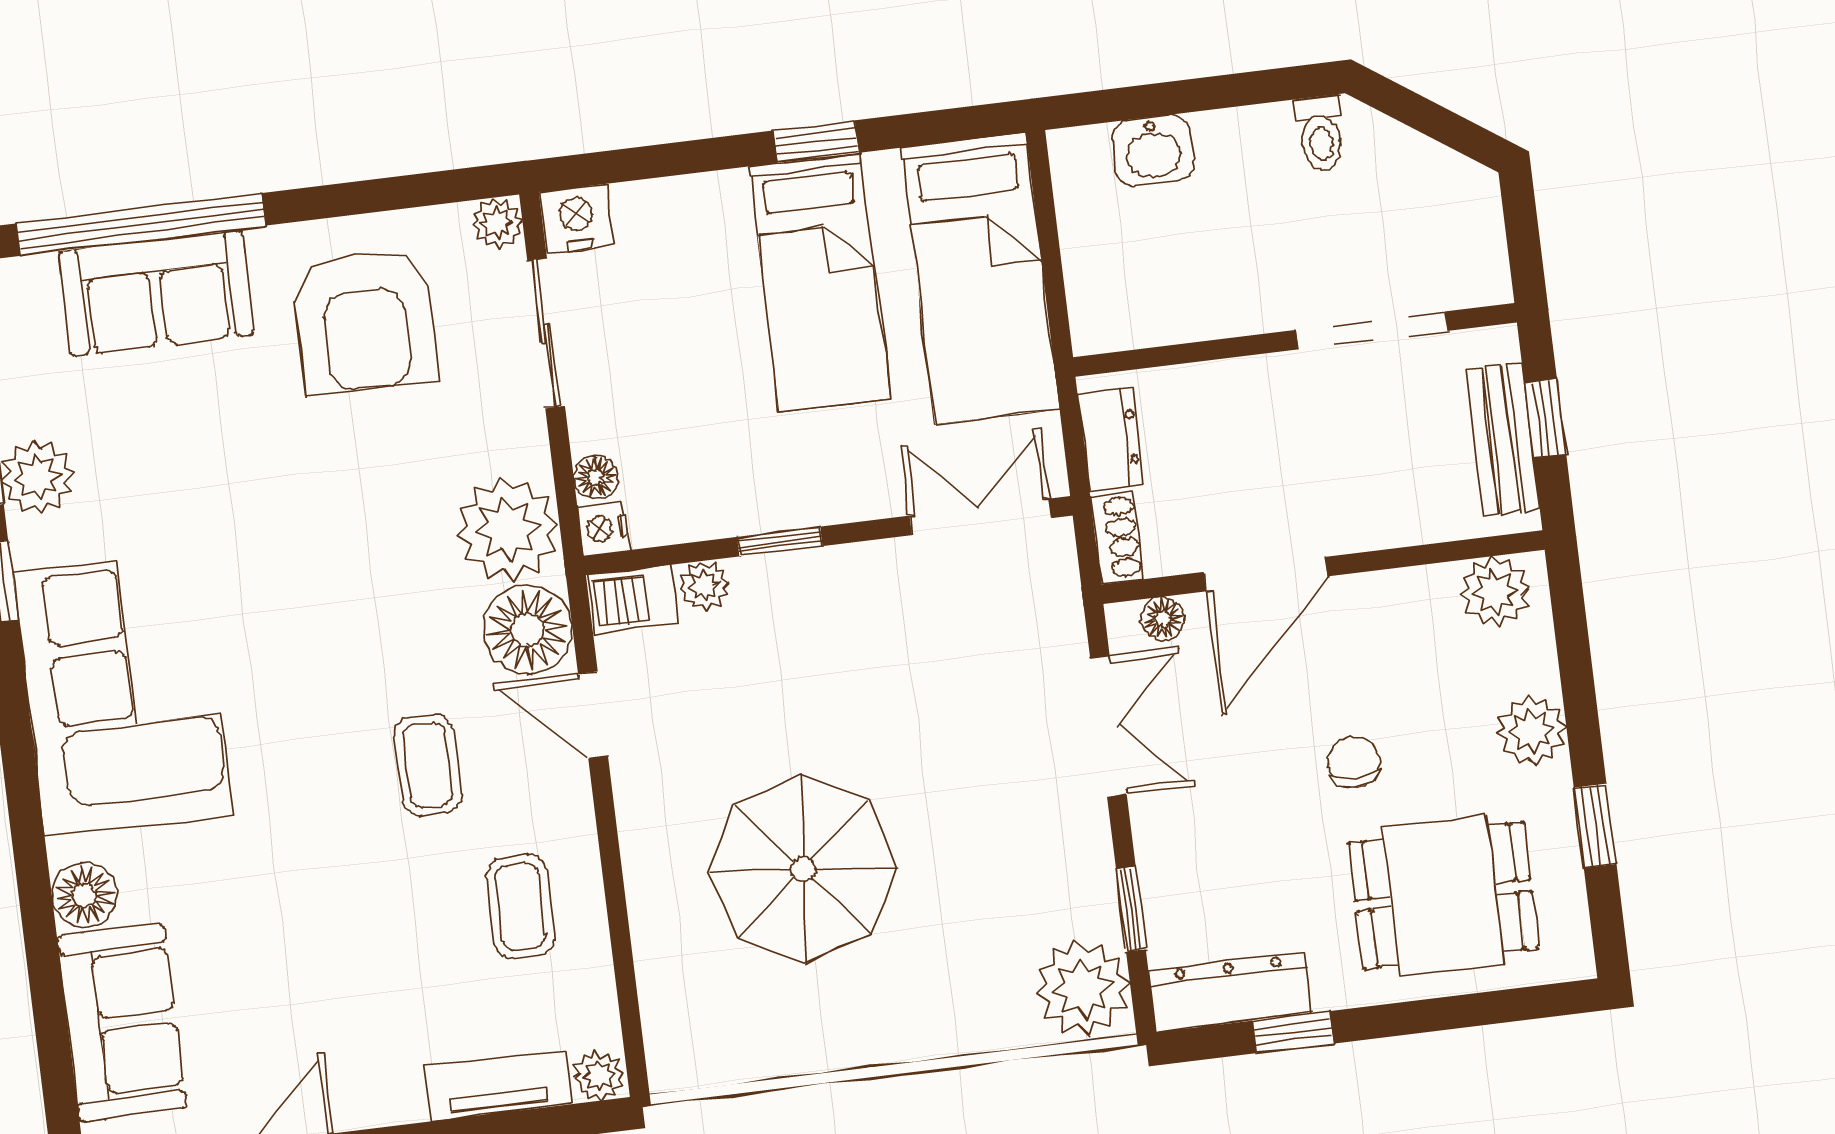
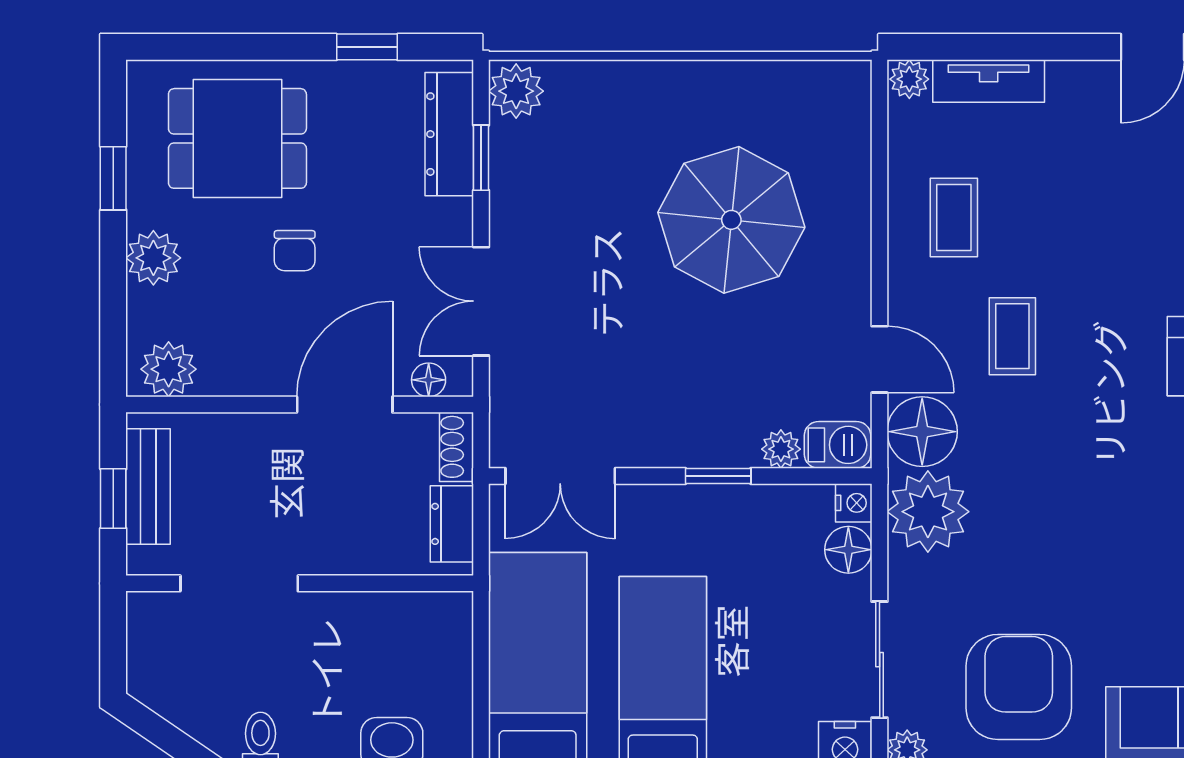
floor lamp: (596, 477) -> (848, 550), width x1.37, depth x1.37
plant: (1083, 988) -> (516, 91), width x0.73, depth x0.73
dresser: (1231, 992) -> (449, 134), moved, turned 90

